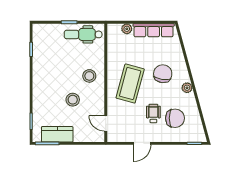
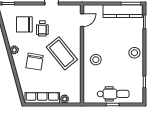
dental chair: (83, 34) -> (113, 94), moved
coffee table: (130, 84) -> (62, 53), turned -54
stool: (73, 100) -> (134, 53), moved
door: (106, 123) -> (82, 20), hinge flipped
kitchen counter: (57, 134) -> (123, 11), width x1.50

